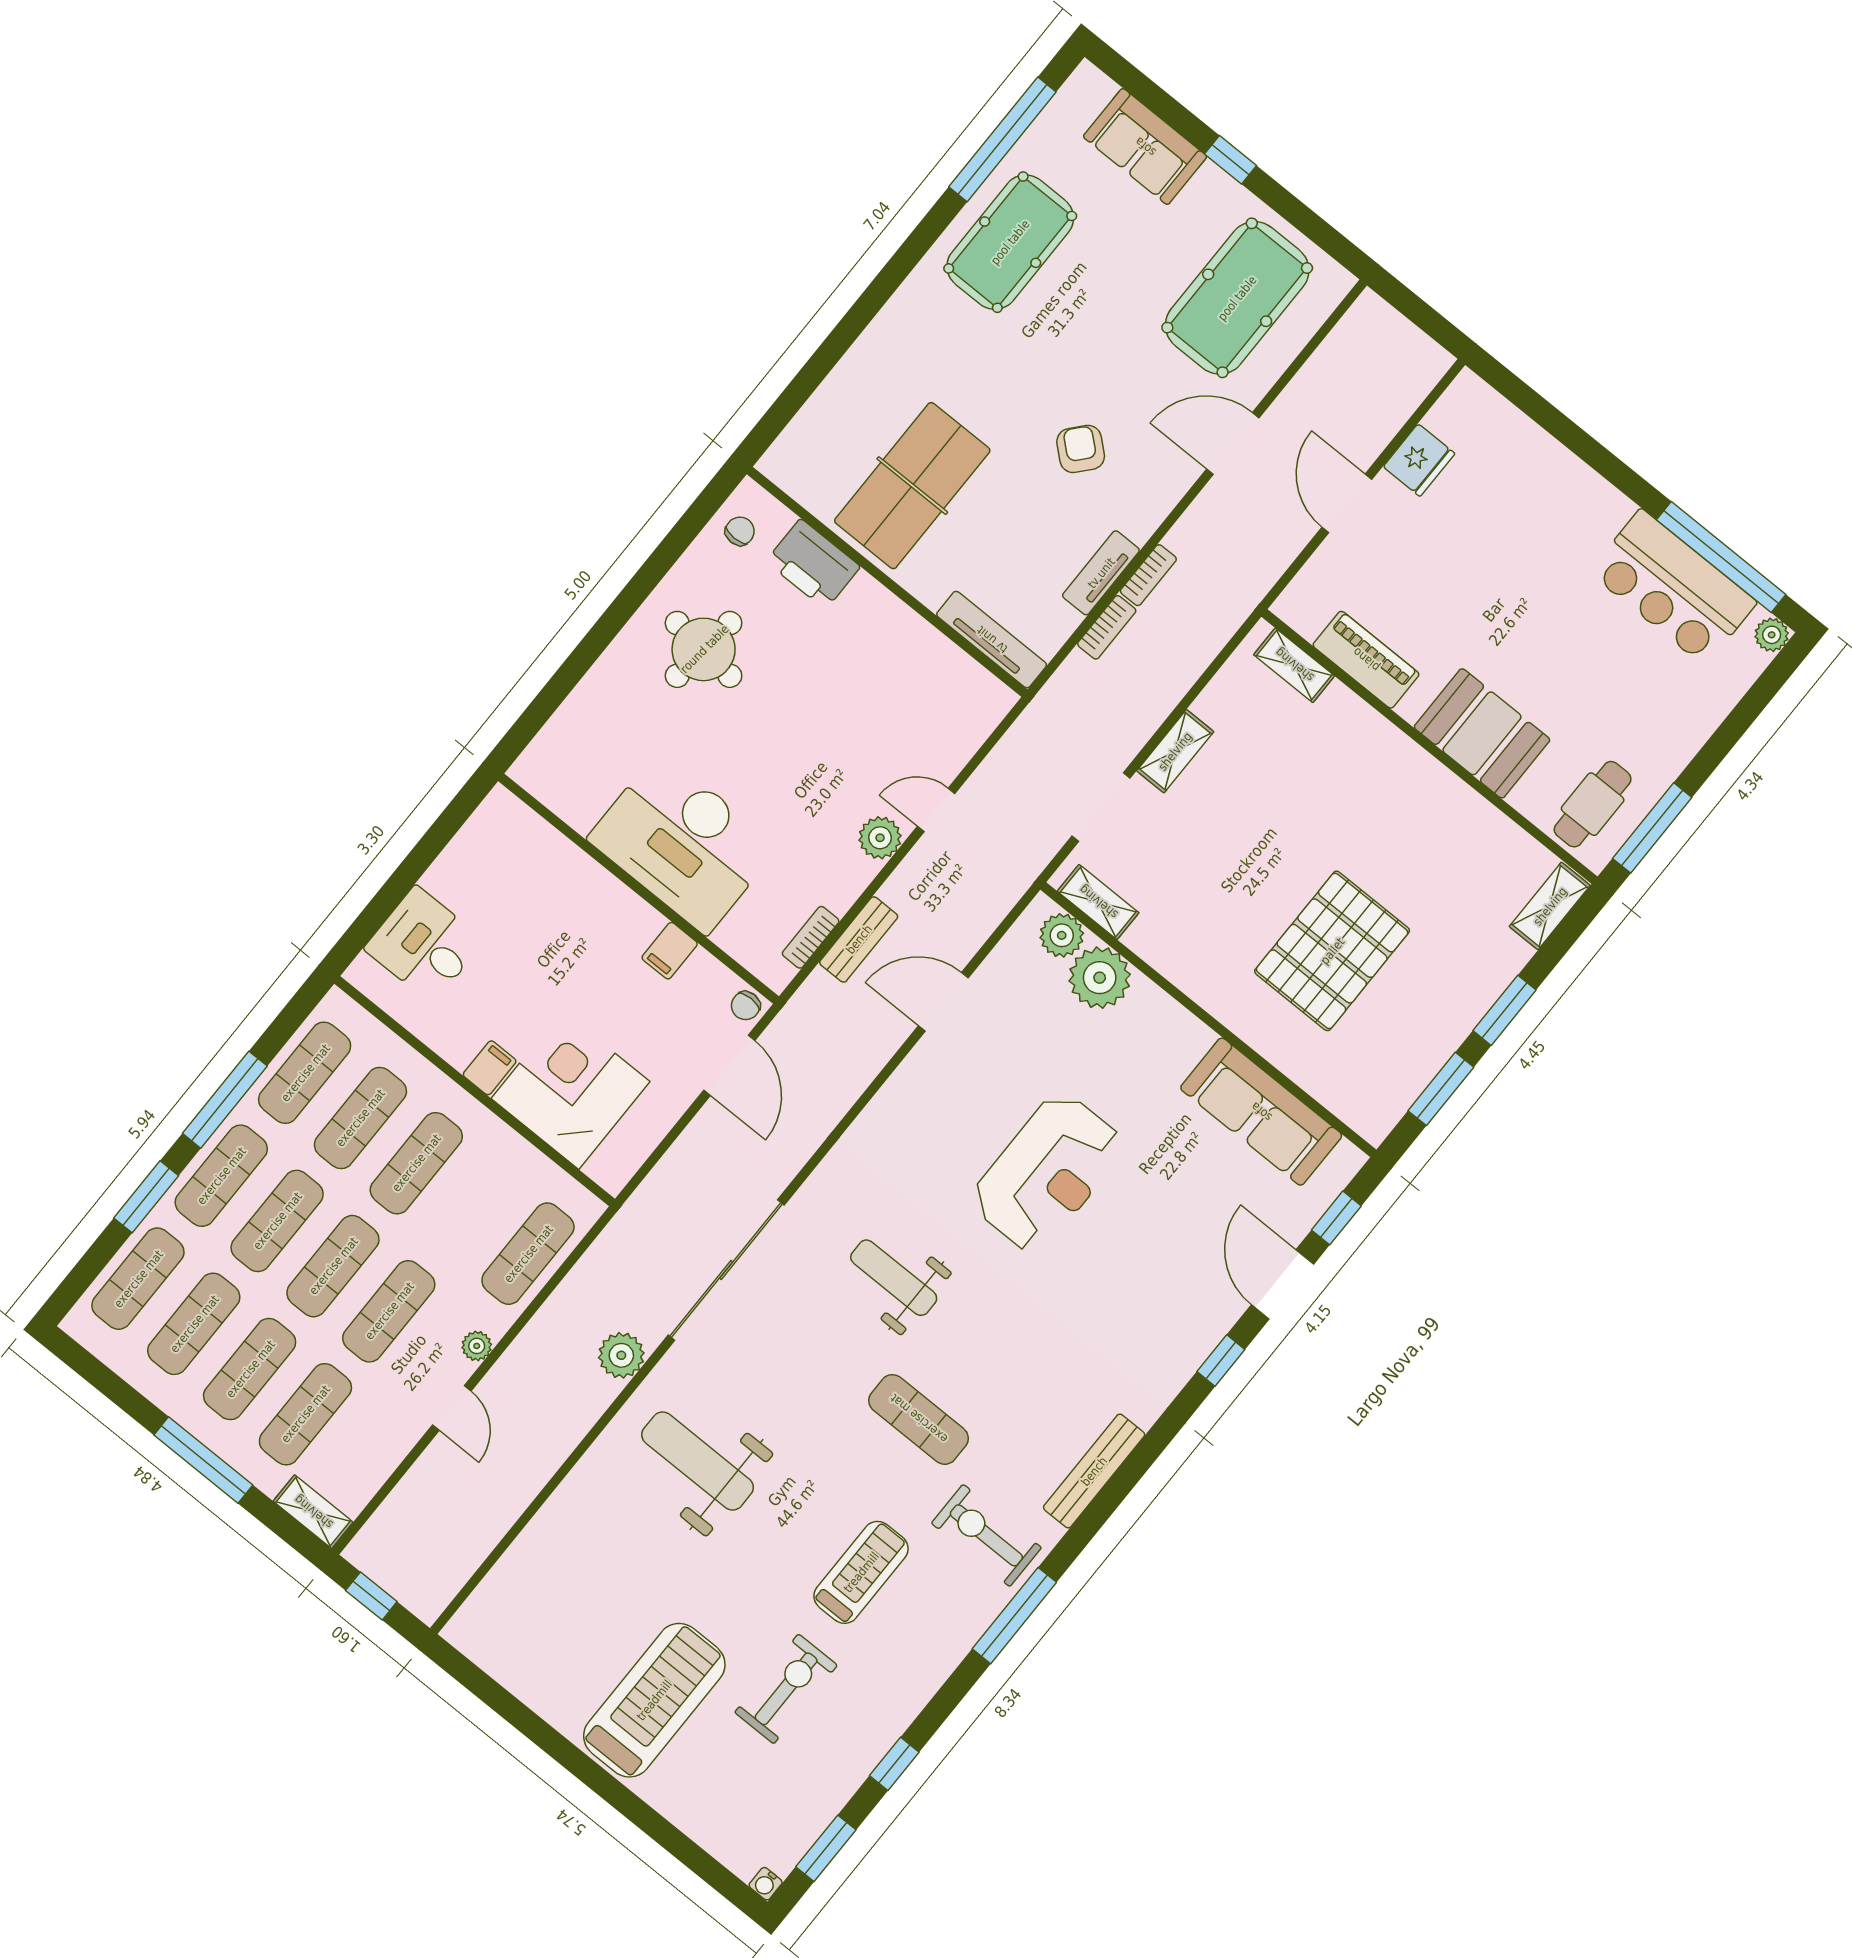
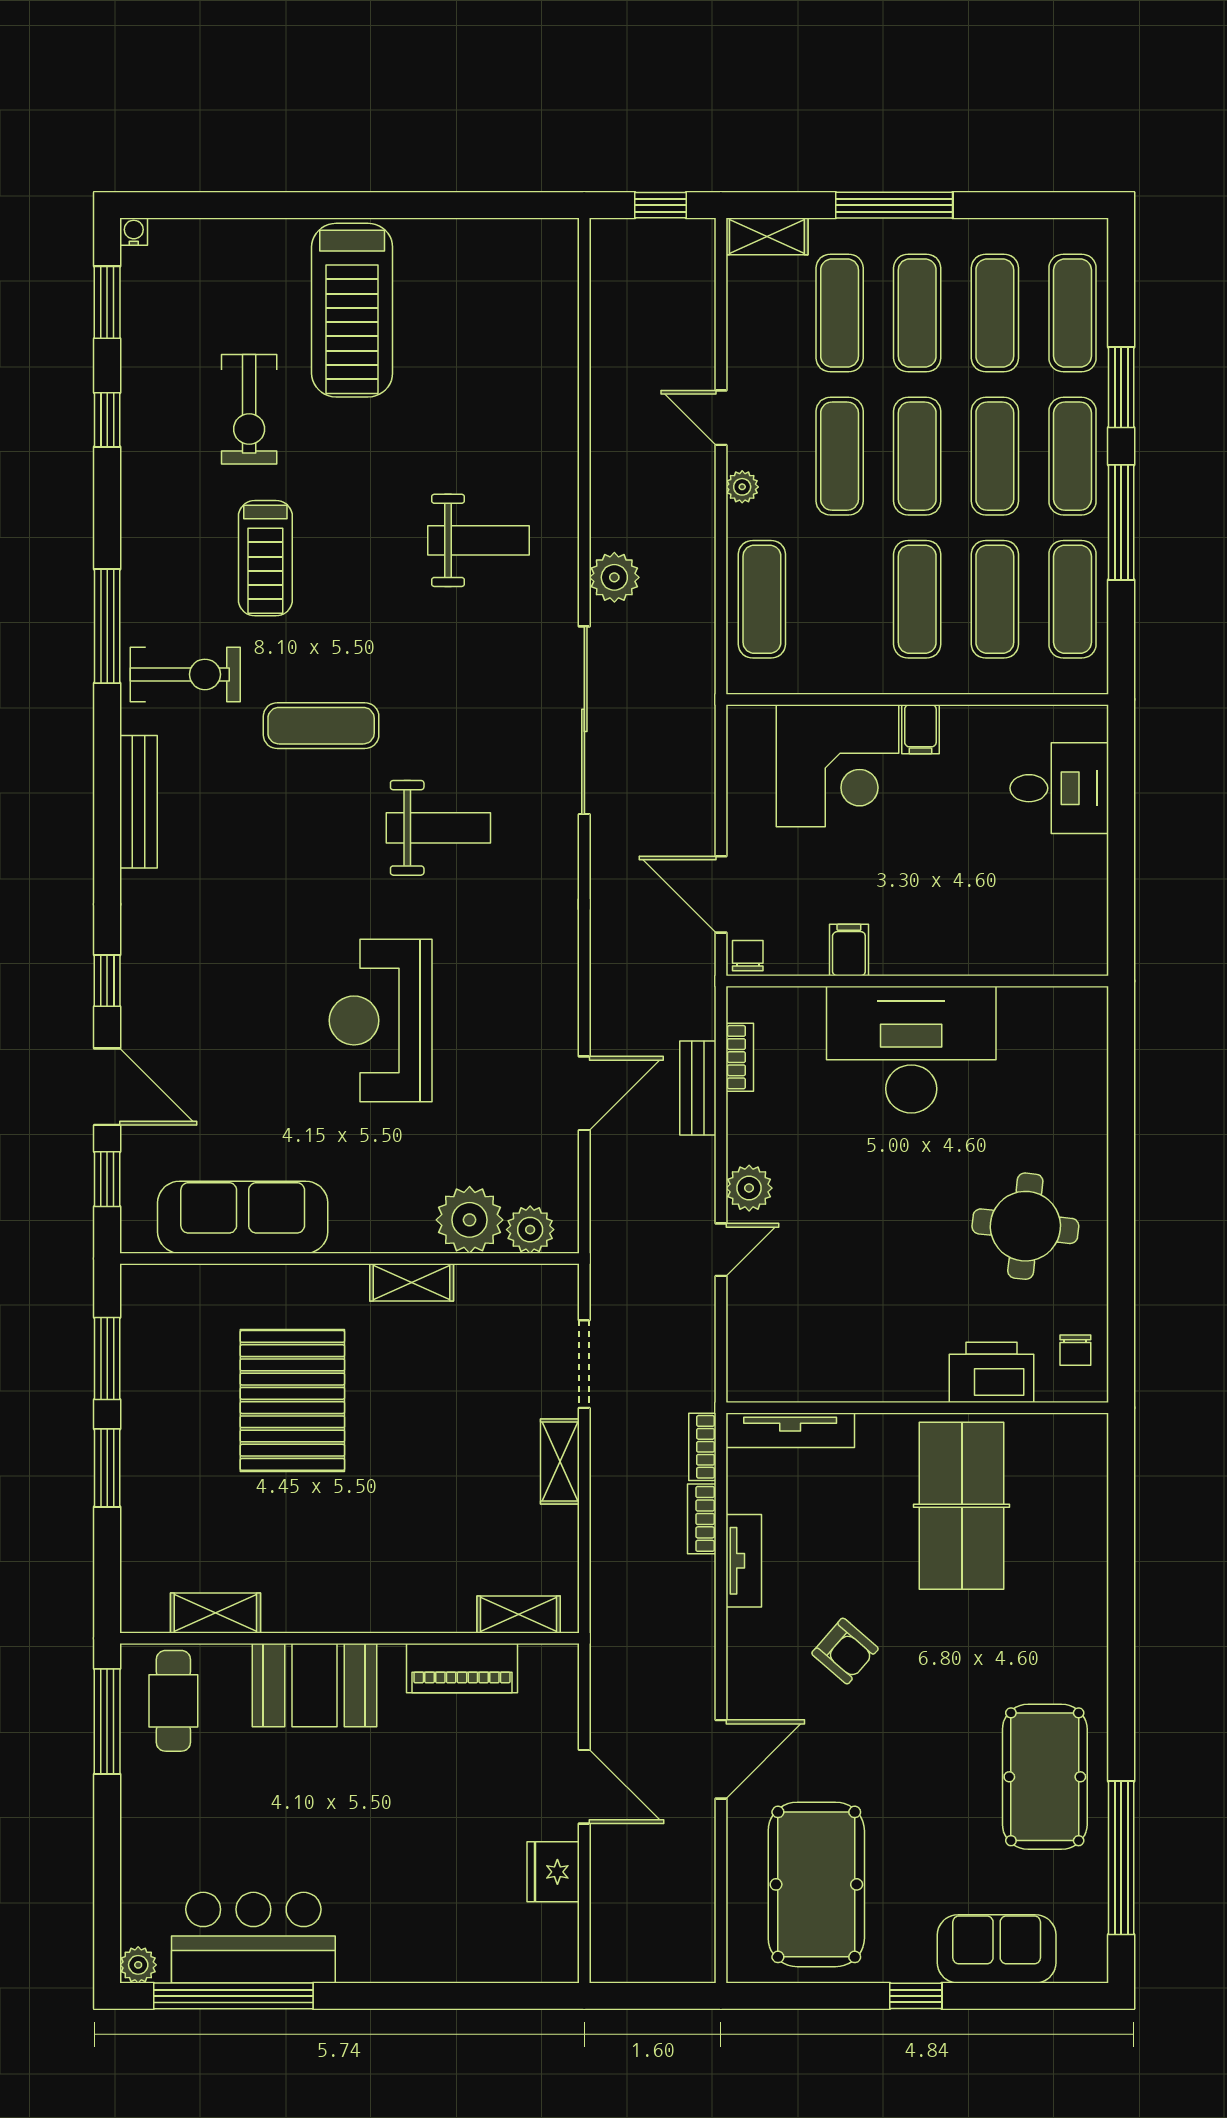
bookcase: (1148, 575) -> (702, 1447), moved
shelving: (1098, 902) -> (412, 1282), moved
shelving: (1550, 906) -> (215, 1613), moved, turned 90
weight bench: (698, 1461) -> (478, 540), width x0.73, depth x0.75

